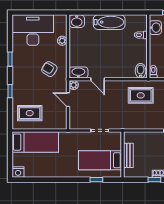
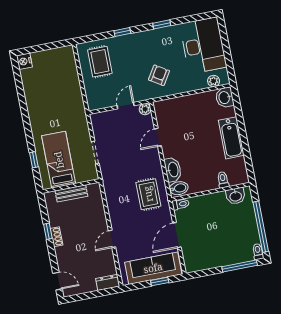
plant: (62, 41) -> (214, 81), moved
washbasin: (78, 72) -> (173, 170), moved
bed: (35, 142) -> (66, 75), removed

